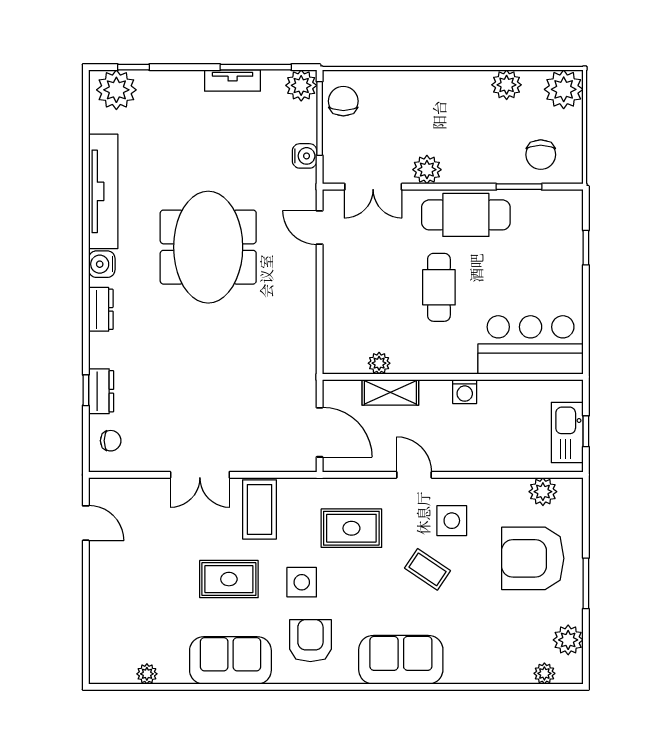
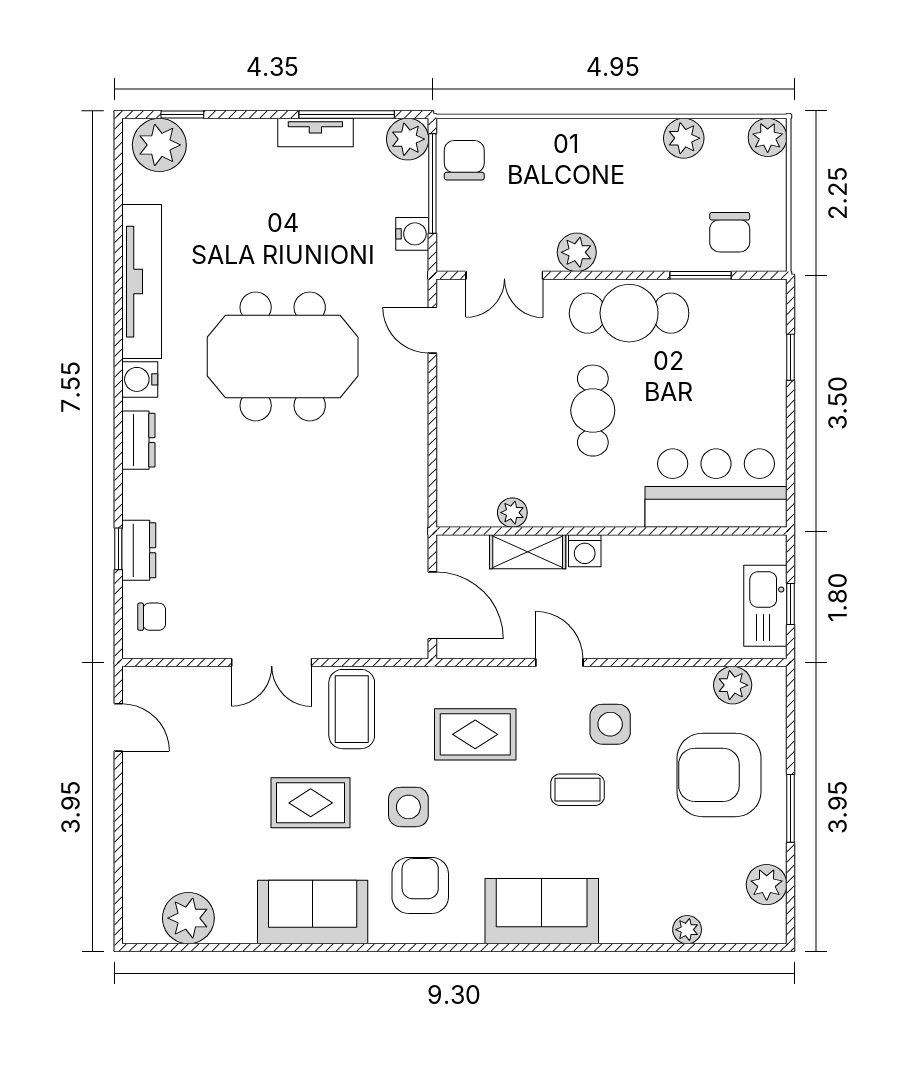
plant: (564, 89) -> (768, 137), width x0.73, depth x0.73
meeting table: (208, 247) -> (283, 356), turned 90
washing machine: (465, 392) -> (585, 551), moved
coffee table: (428, 569) -> (578, 790), turned -34
plant: (544, 673) -> (687, 930), moved
plant: (147, 674) -> (188, 918), width x1.88, depth x1.88

